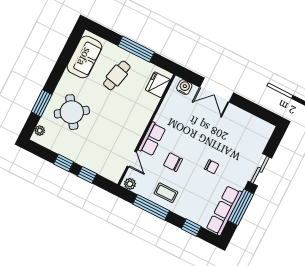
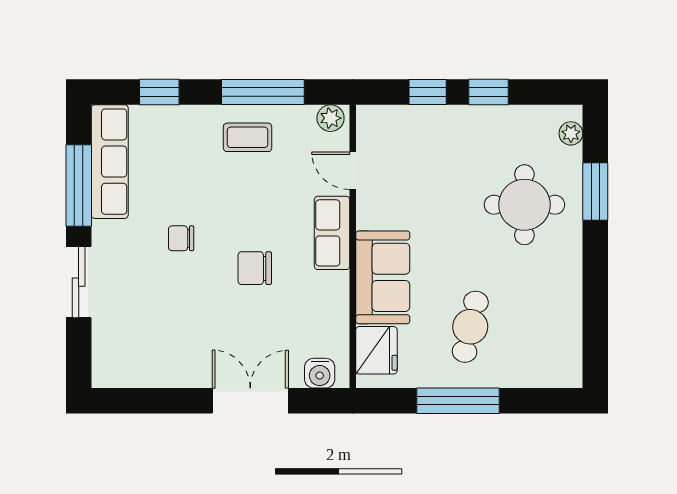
sofa: (84, 57) -> (383, 277), moved, turned 180
round table: (72, 112) -> (524, 205), turned 34
chair: (173, 162) -> (255, 268), moved, turned 180

